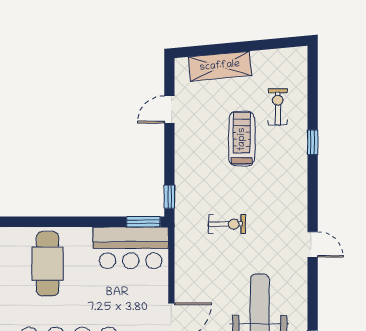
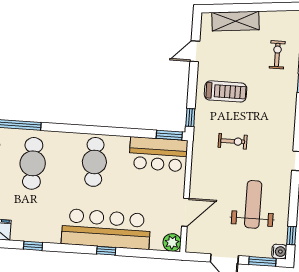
treadmill: (242, 139) -> (226, 91), moved, turned 90

